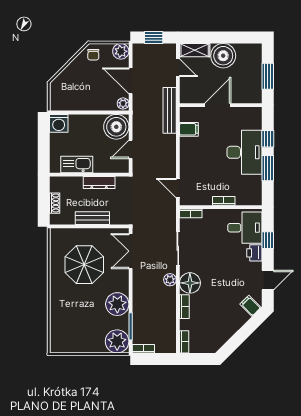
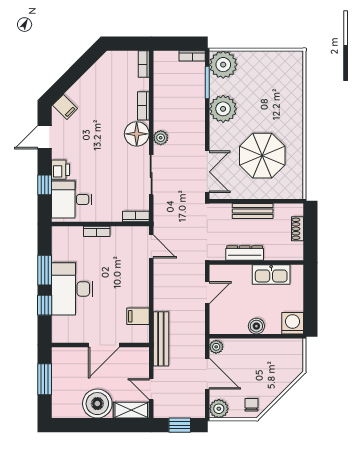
boiler: (116, 127) -> (256, 326), moved, width x0.54, depth x0.54

